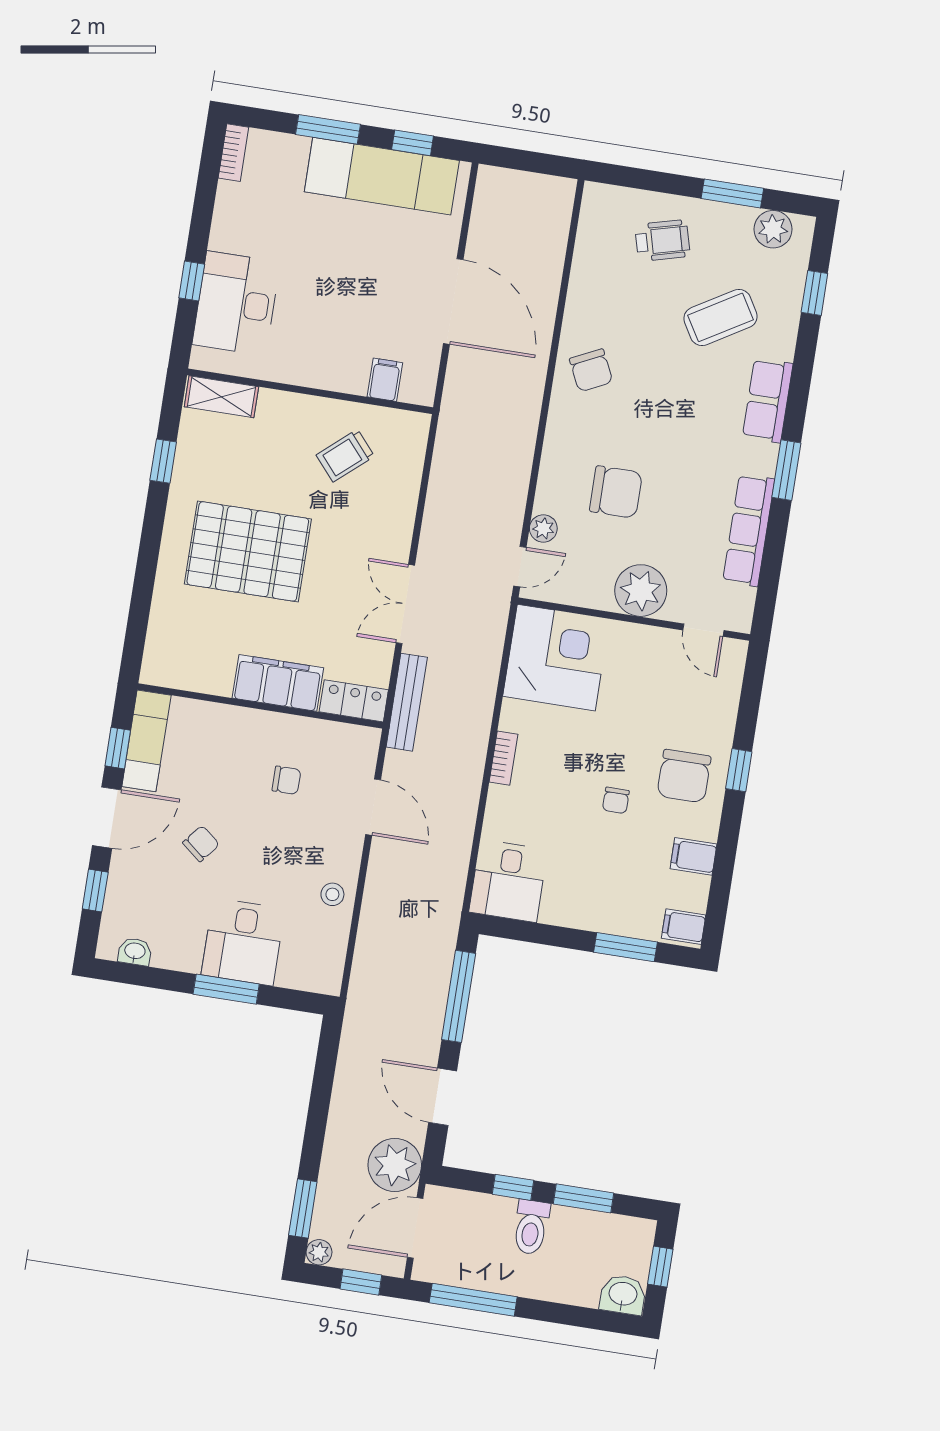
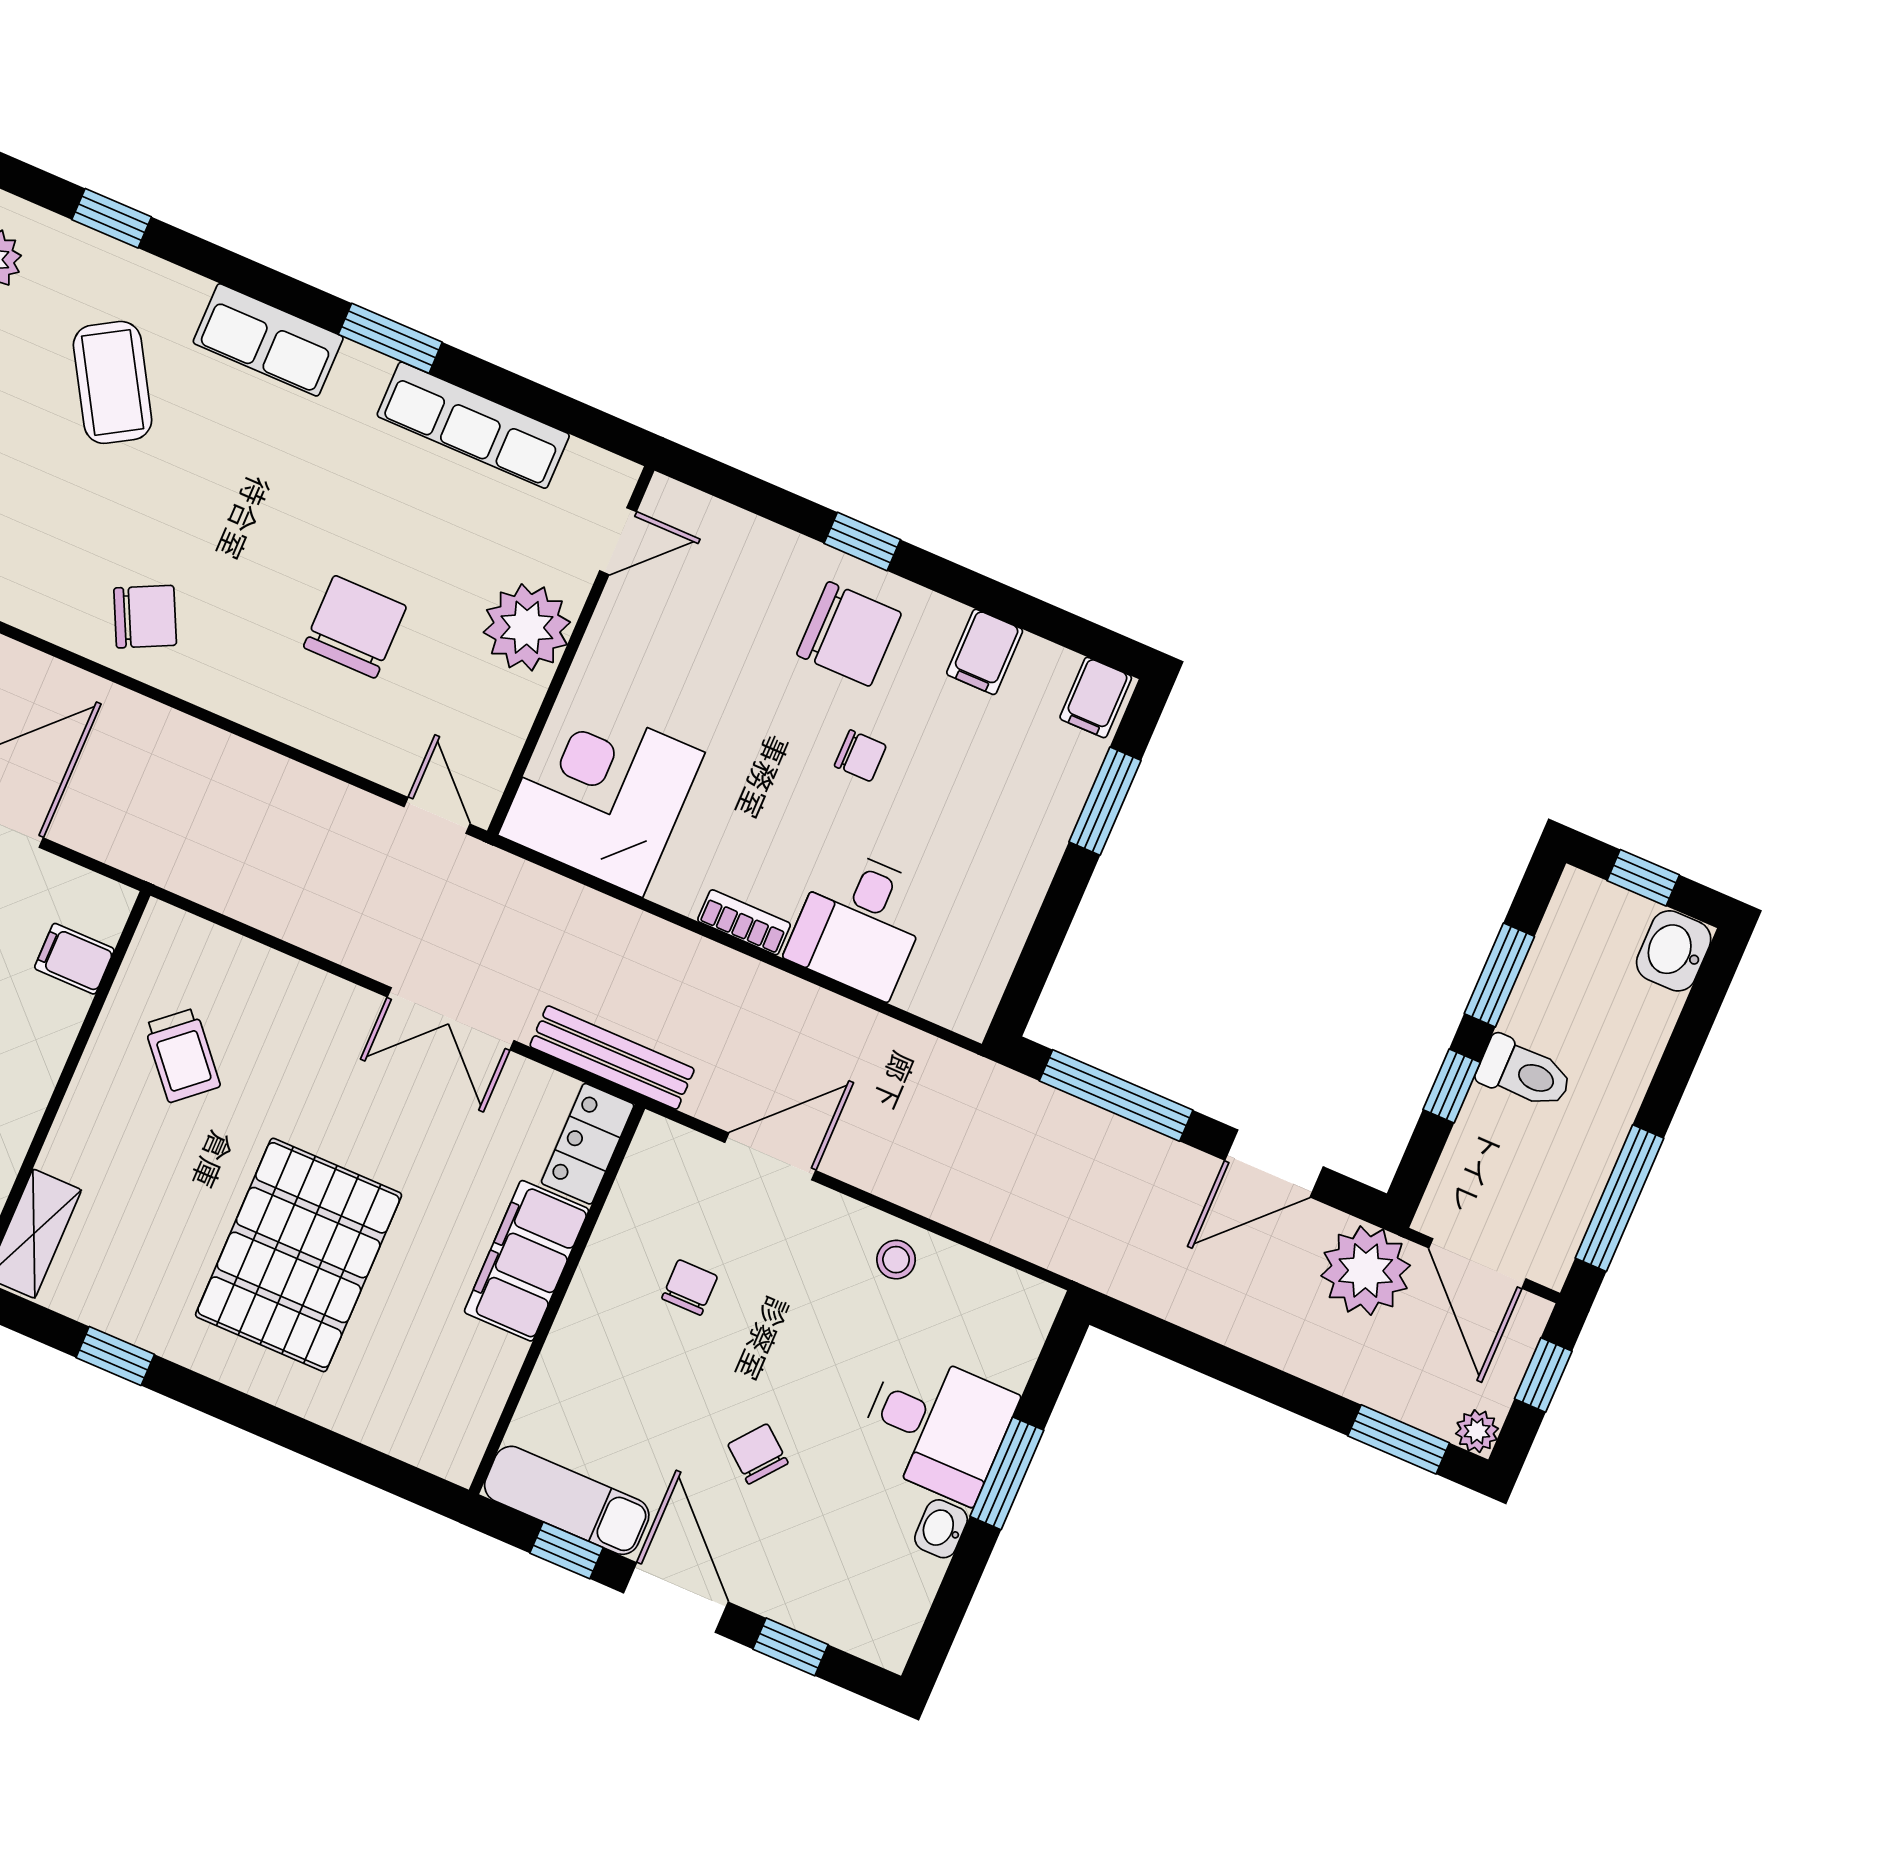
plant: (543, 528) -> (384, 761), removed
desk: (508, 881) -> (860, 923), moved, turned 90
washbasin: (135, 952) -> (941, 1529), moved

